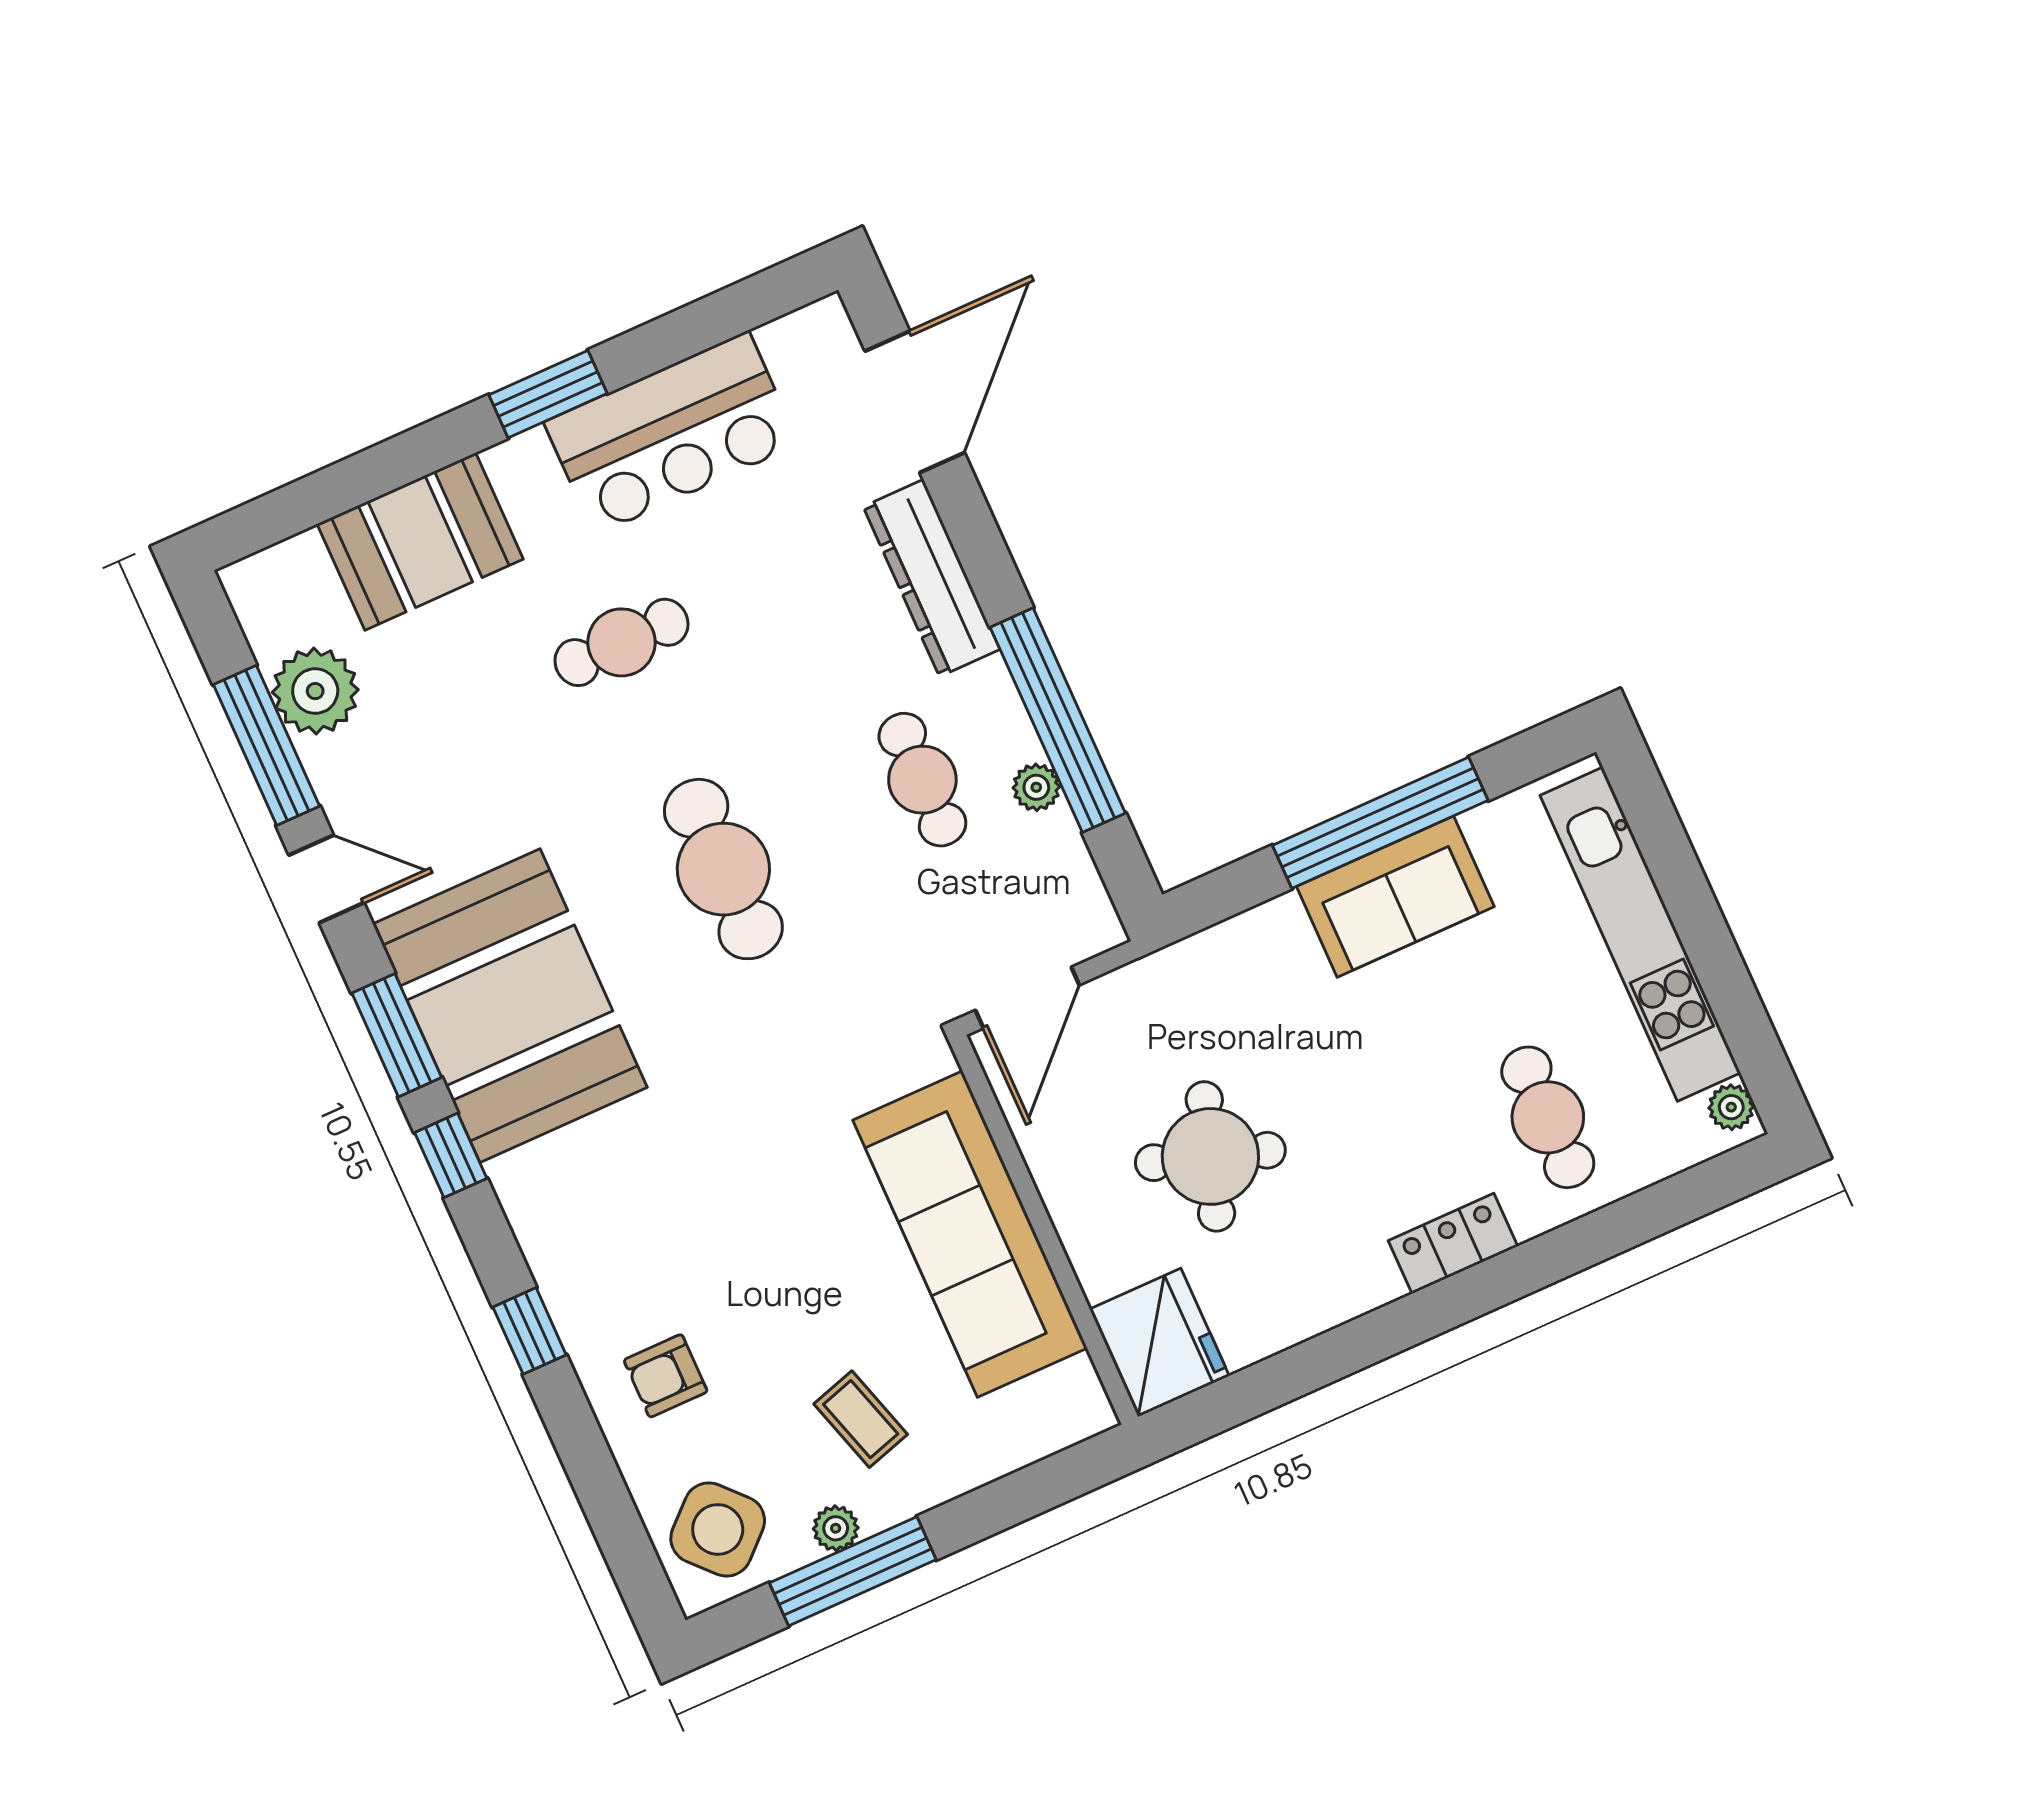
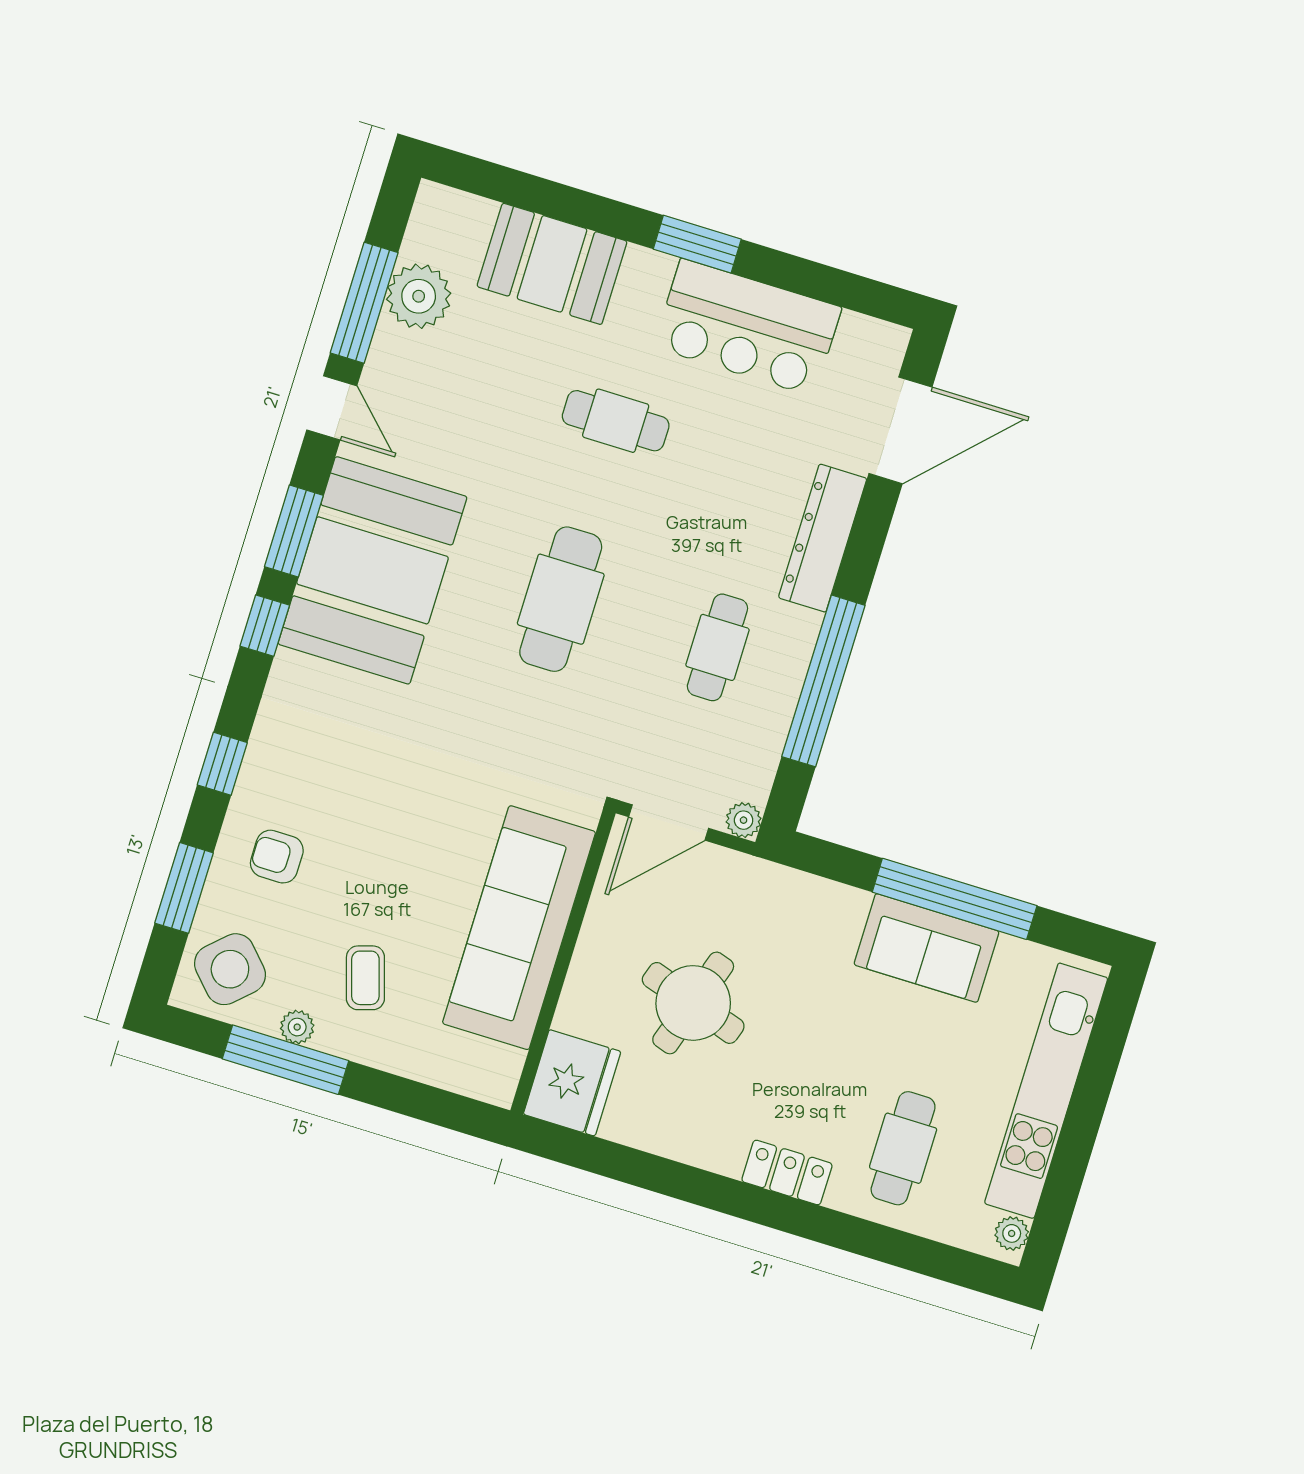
plant: (1036, 787) -> (744, 820), moved
window: (600, 1489) -> (184, 888), added

